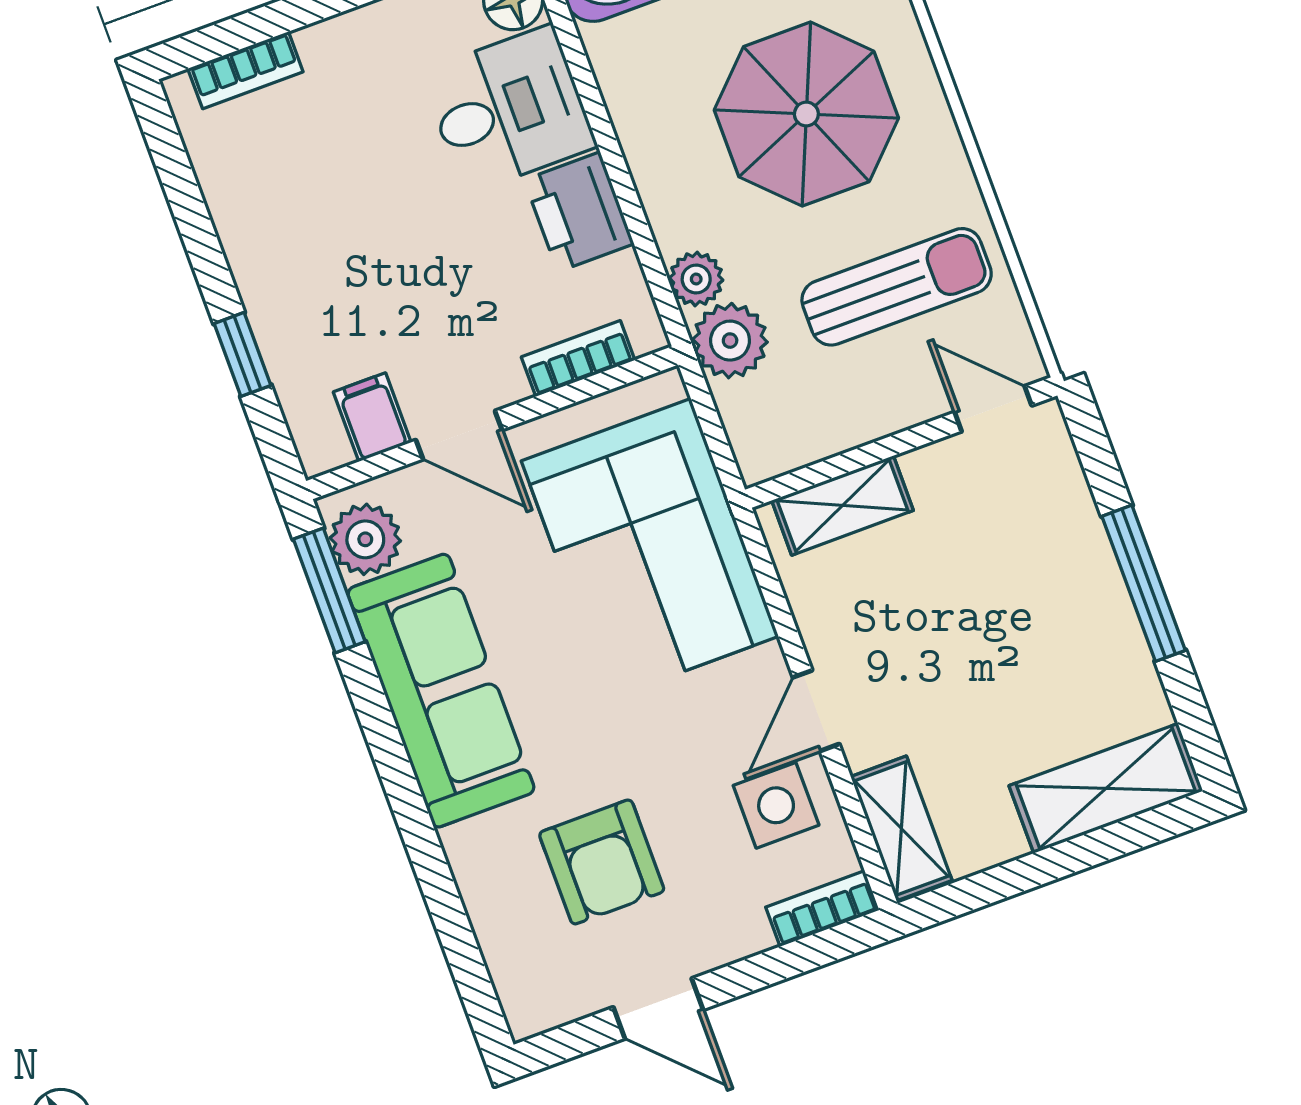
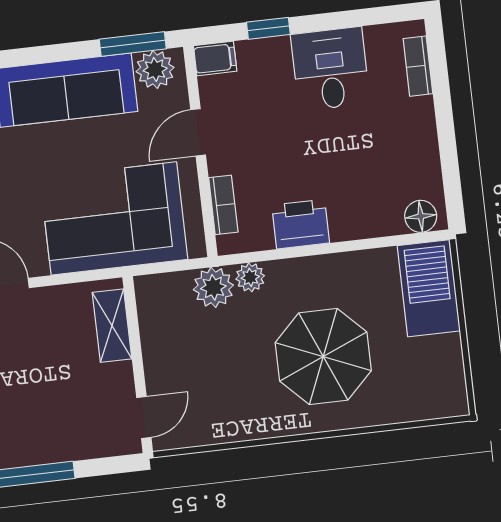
desk: (509, 109) -> (330, 69), moved, turned 180
sun lounger: (897, 287) -> (220, 382), removed
filing cabinet: (372, 417) -> (215, 58), moved

